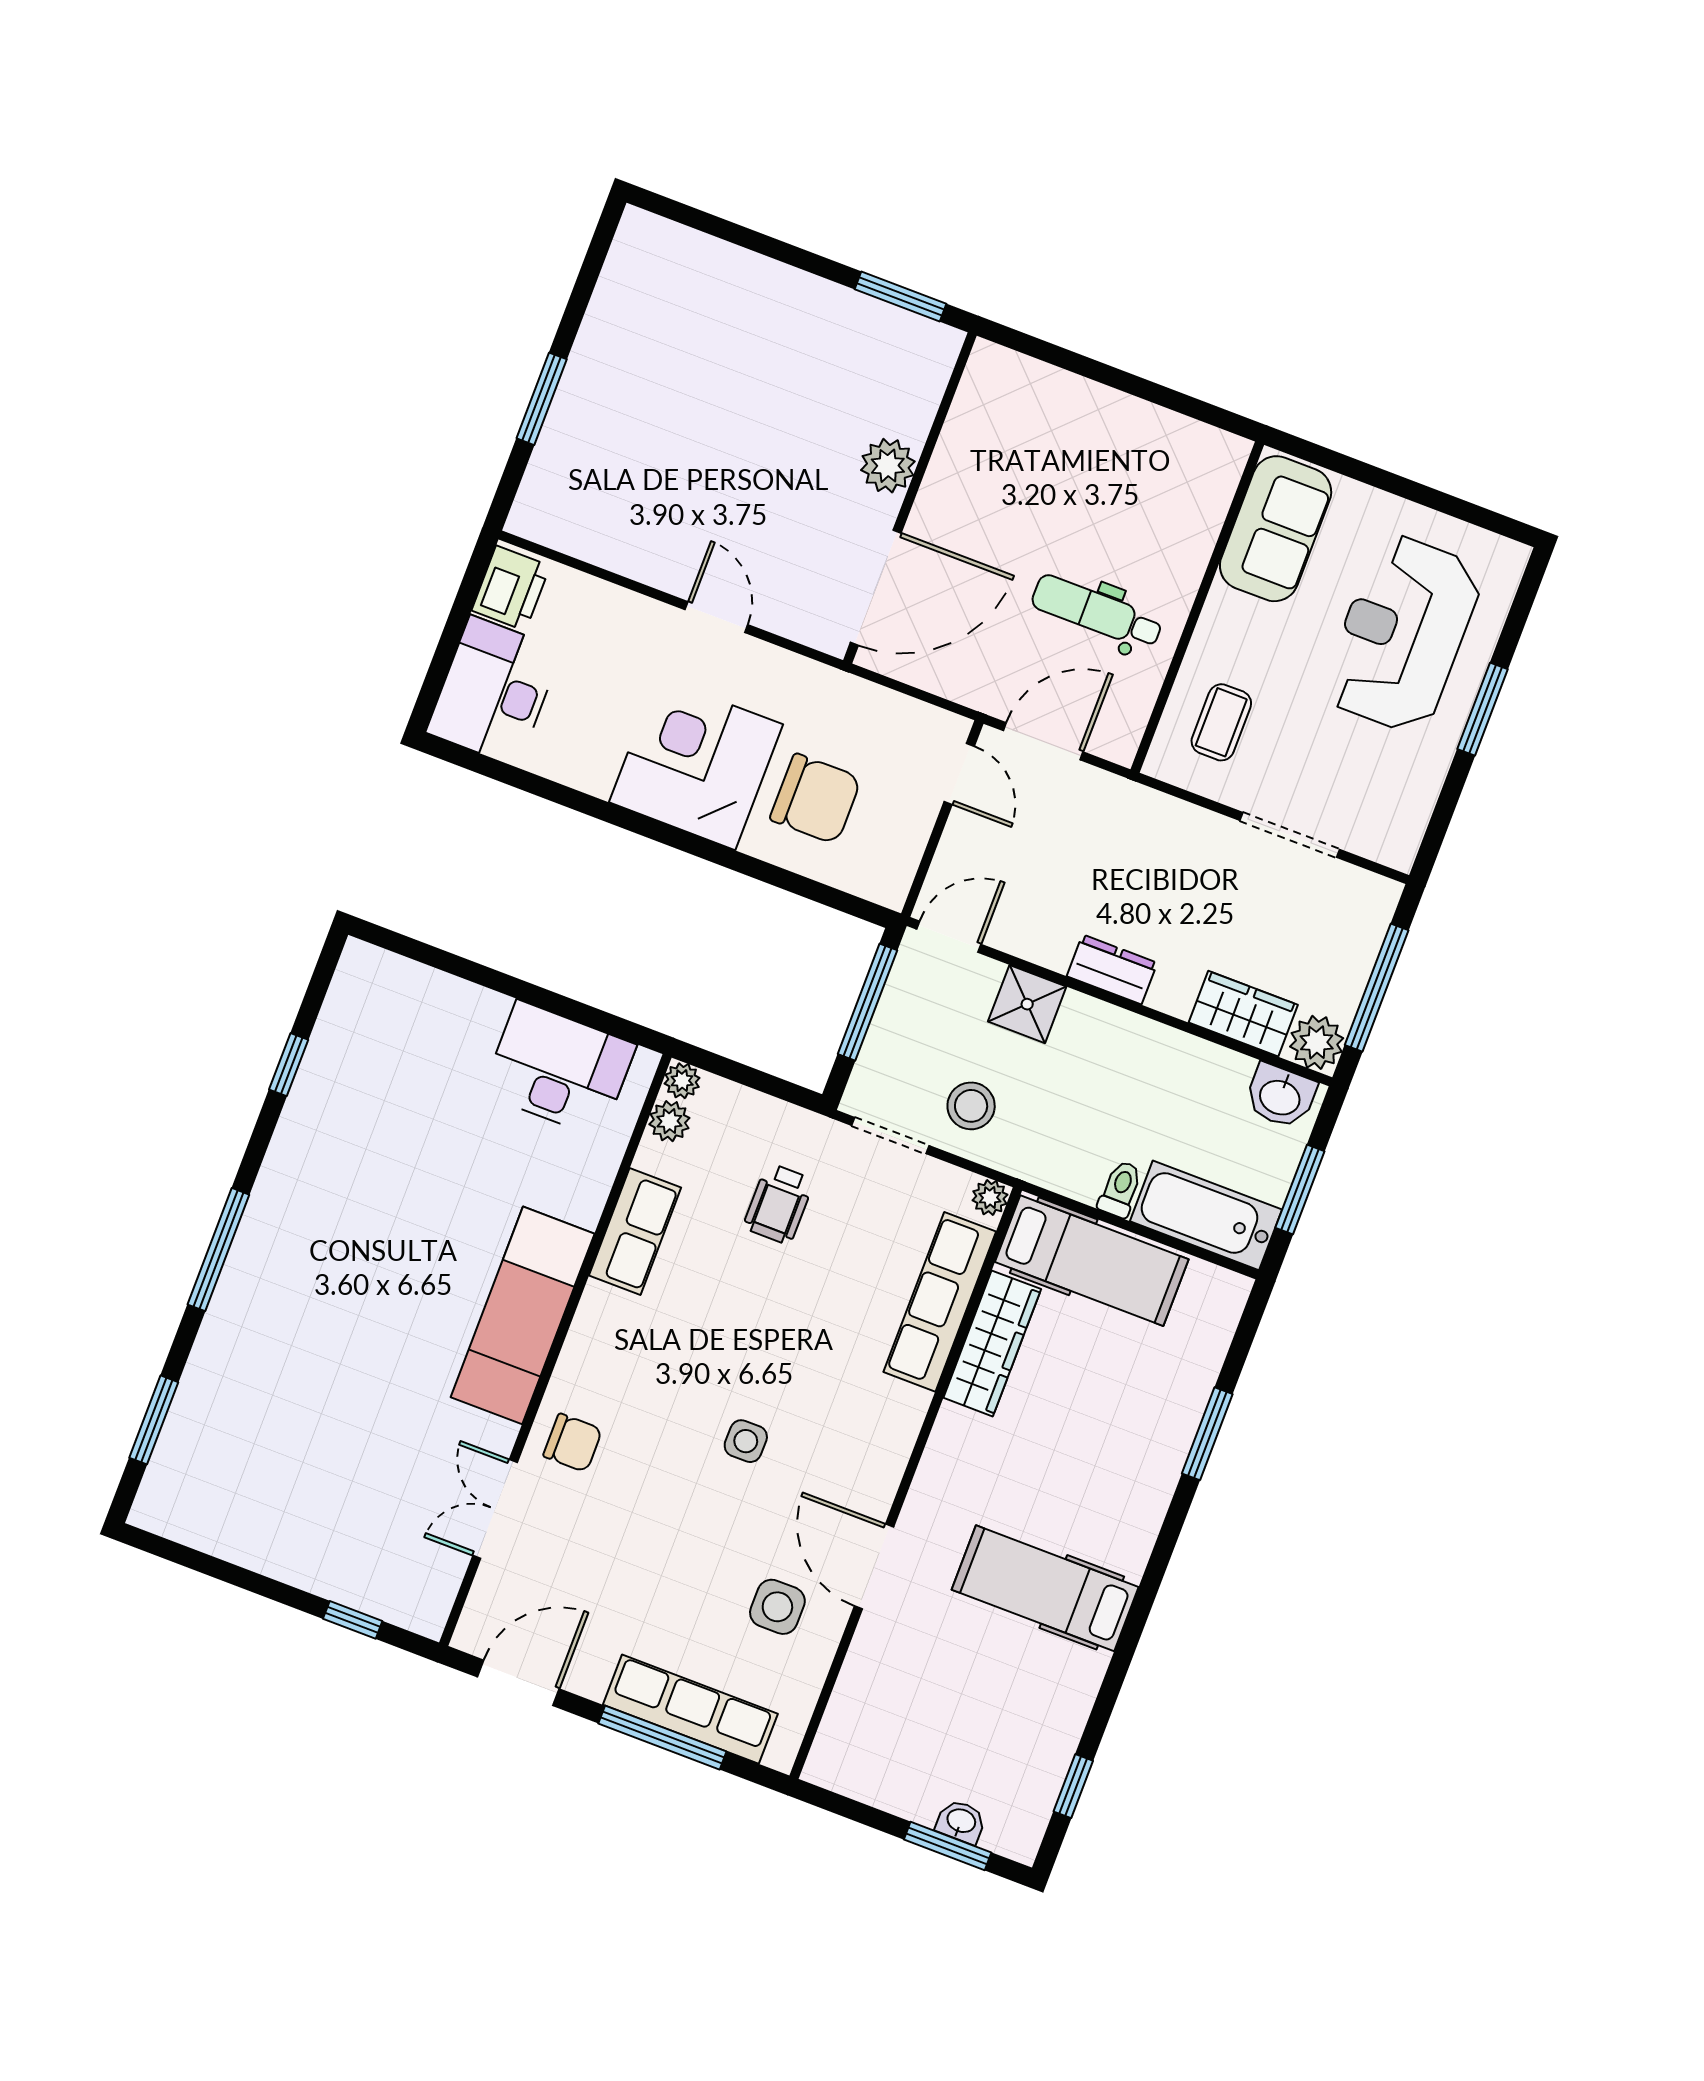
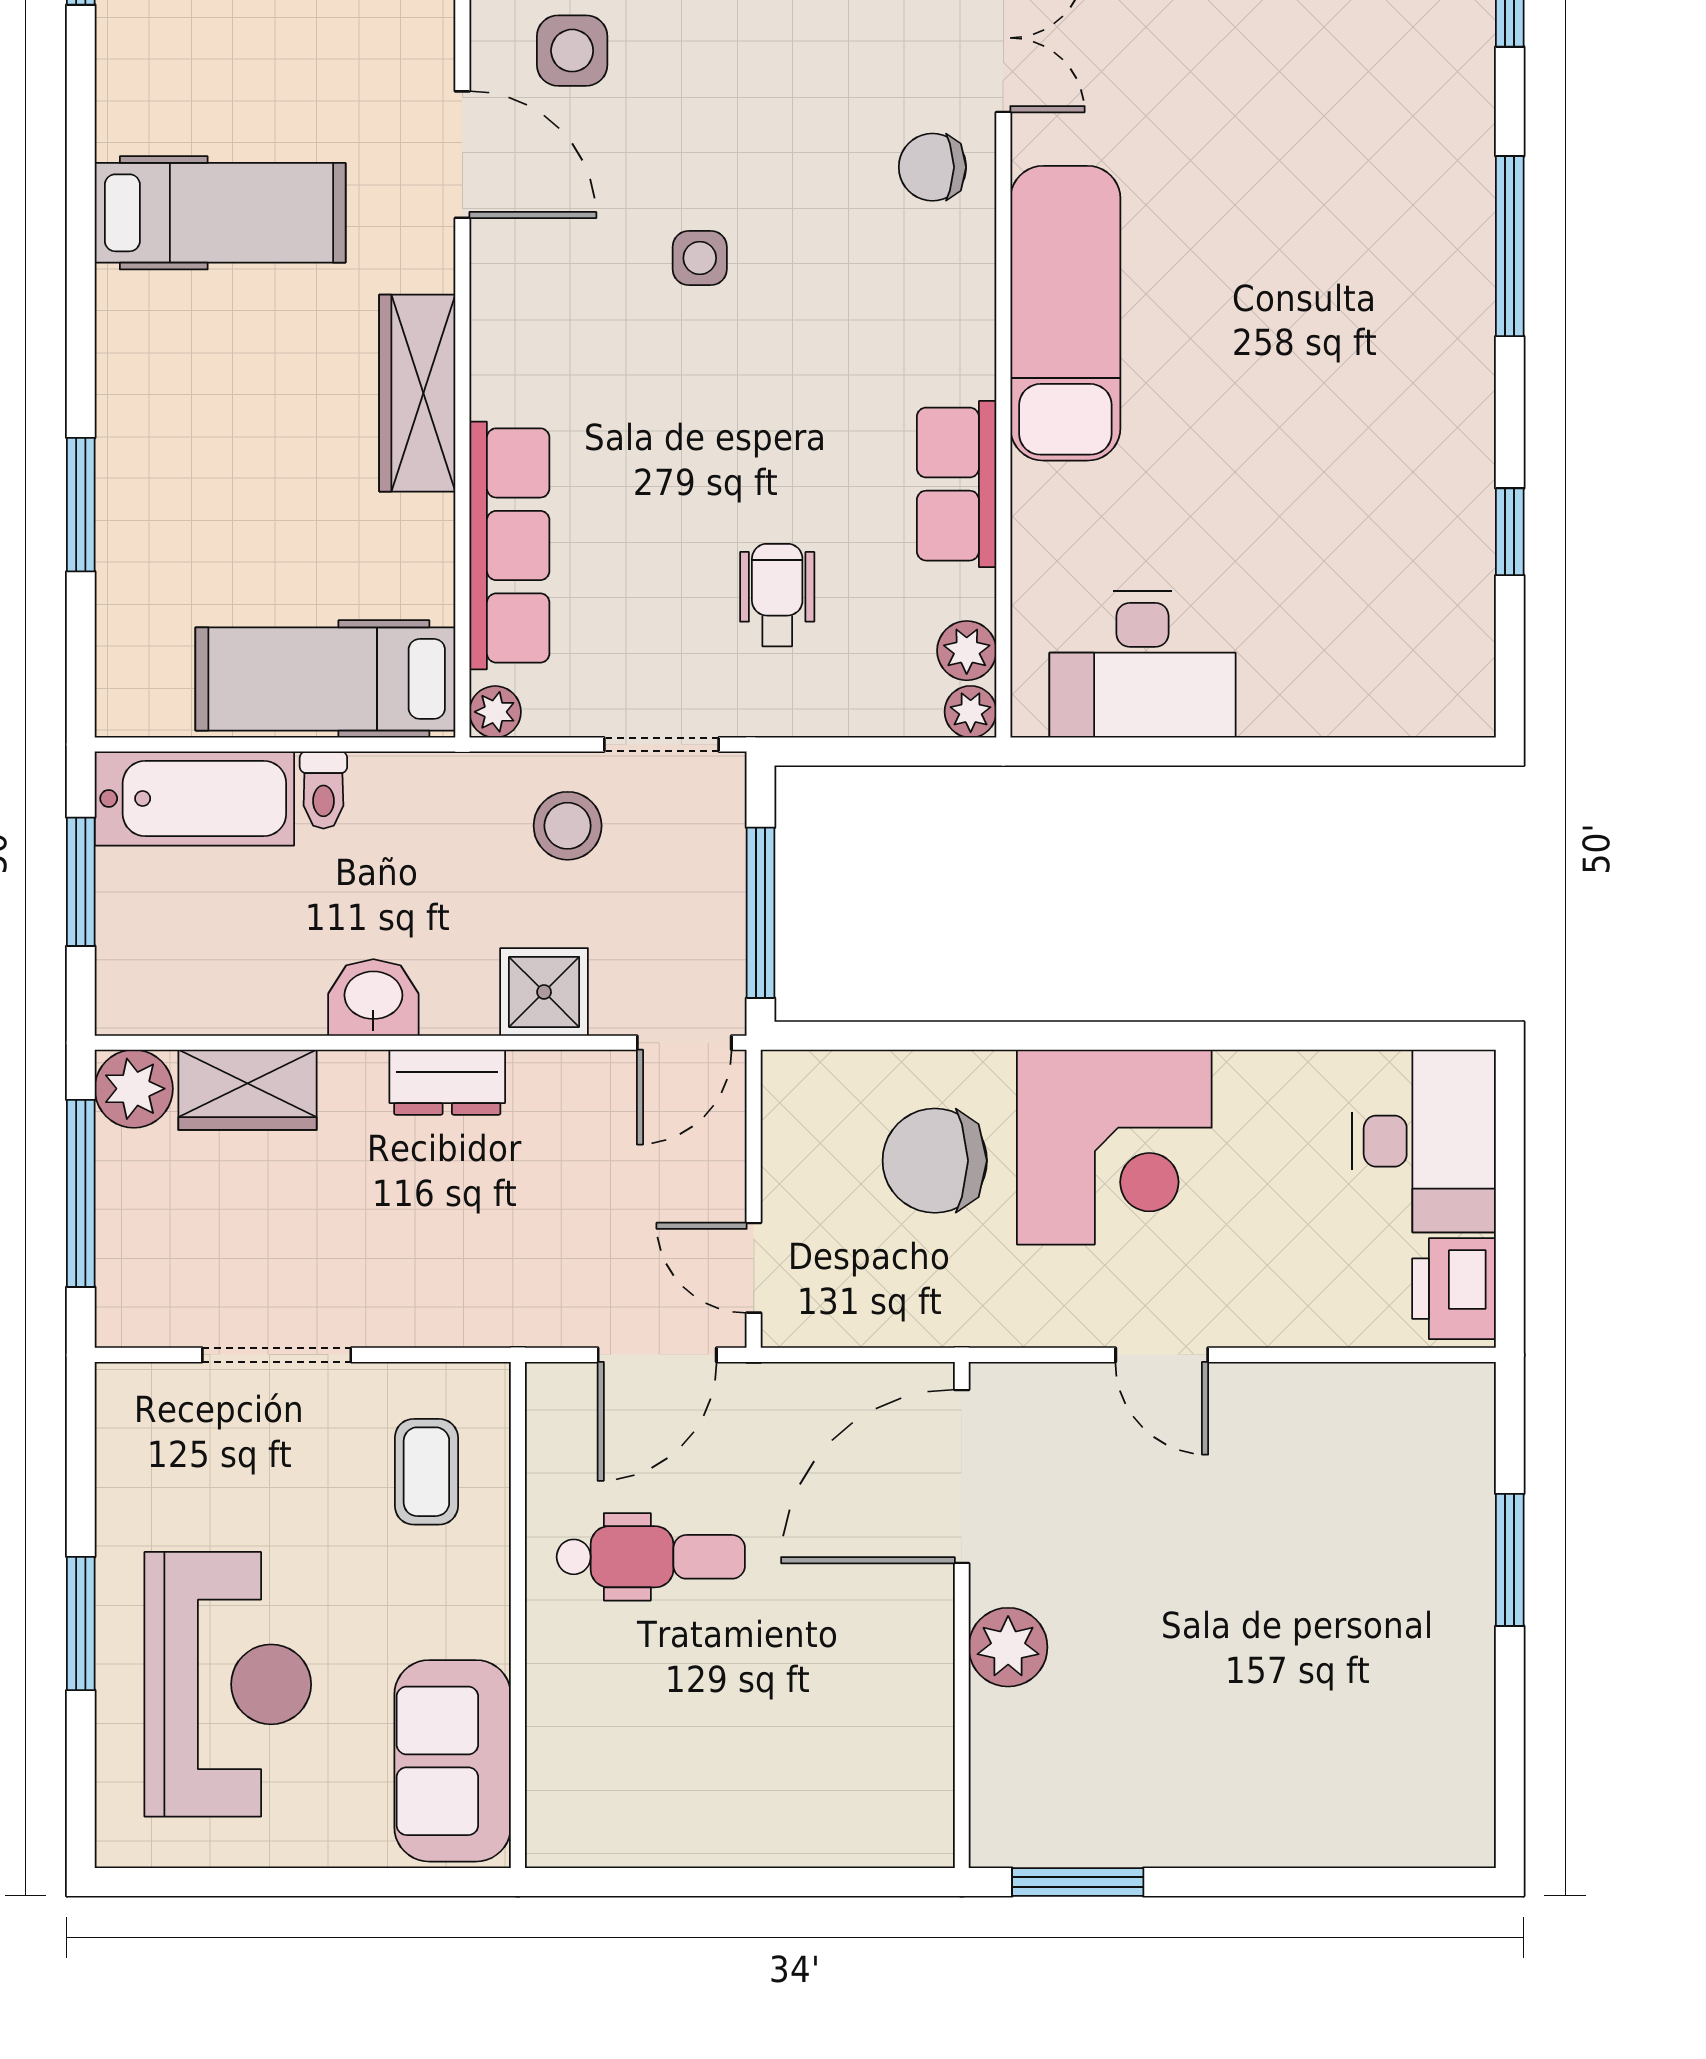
washbasin: (1280, 1096) -> (373, 998), moved
wardrobe: (992, 1343) -> (417, 393), moved

